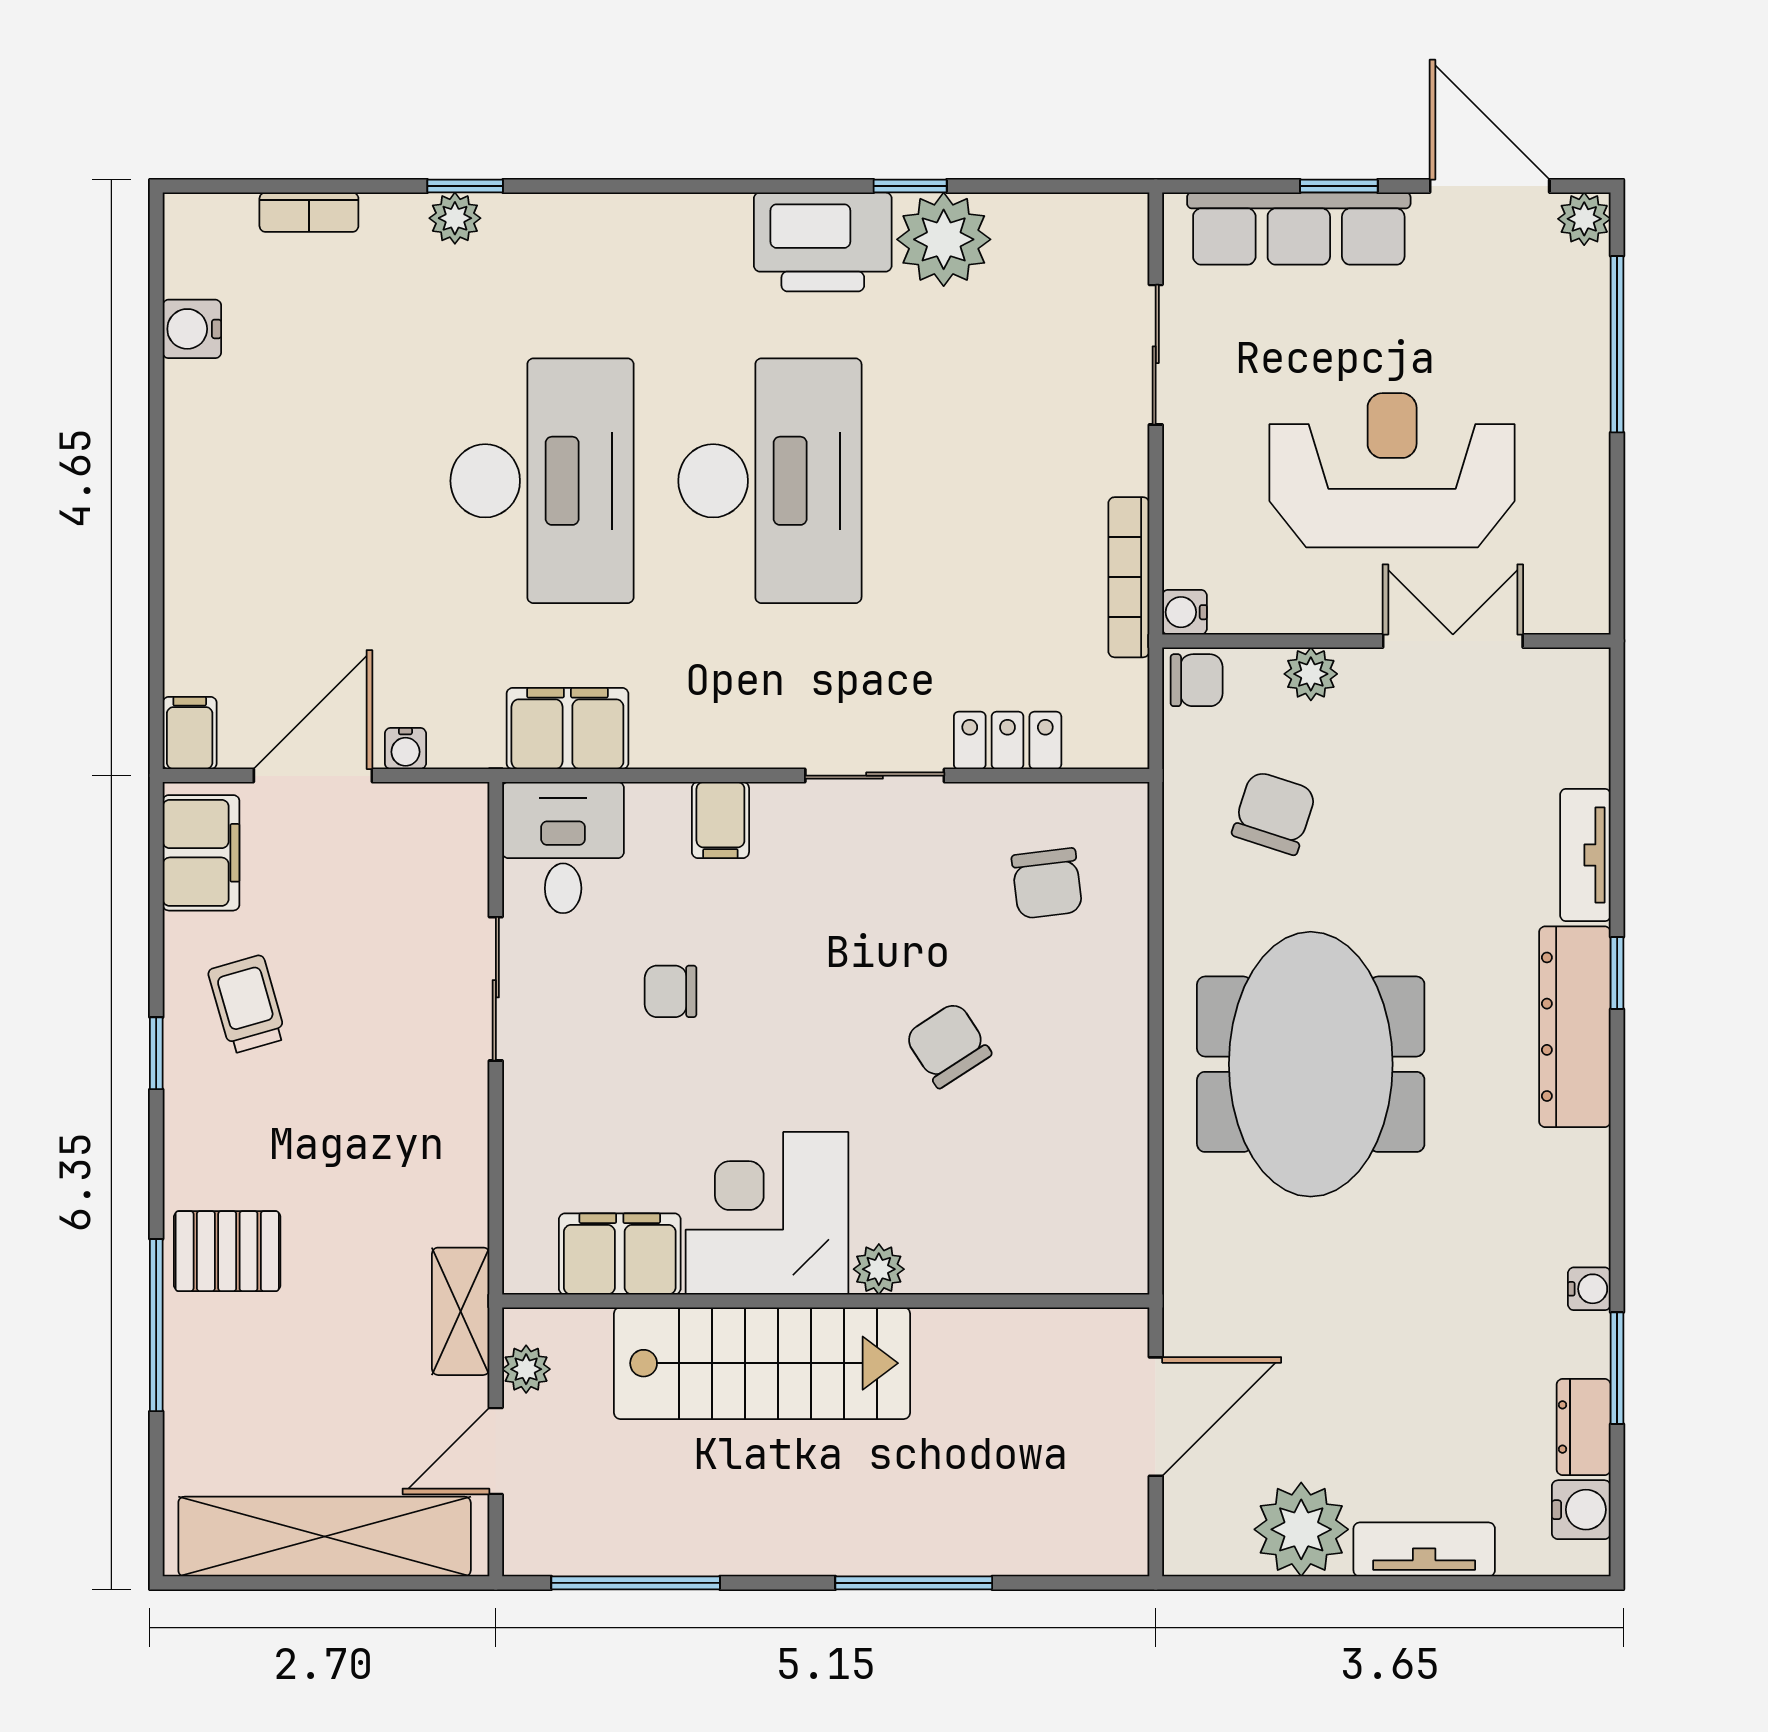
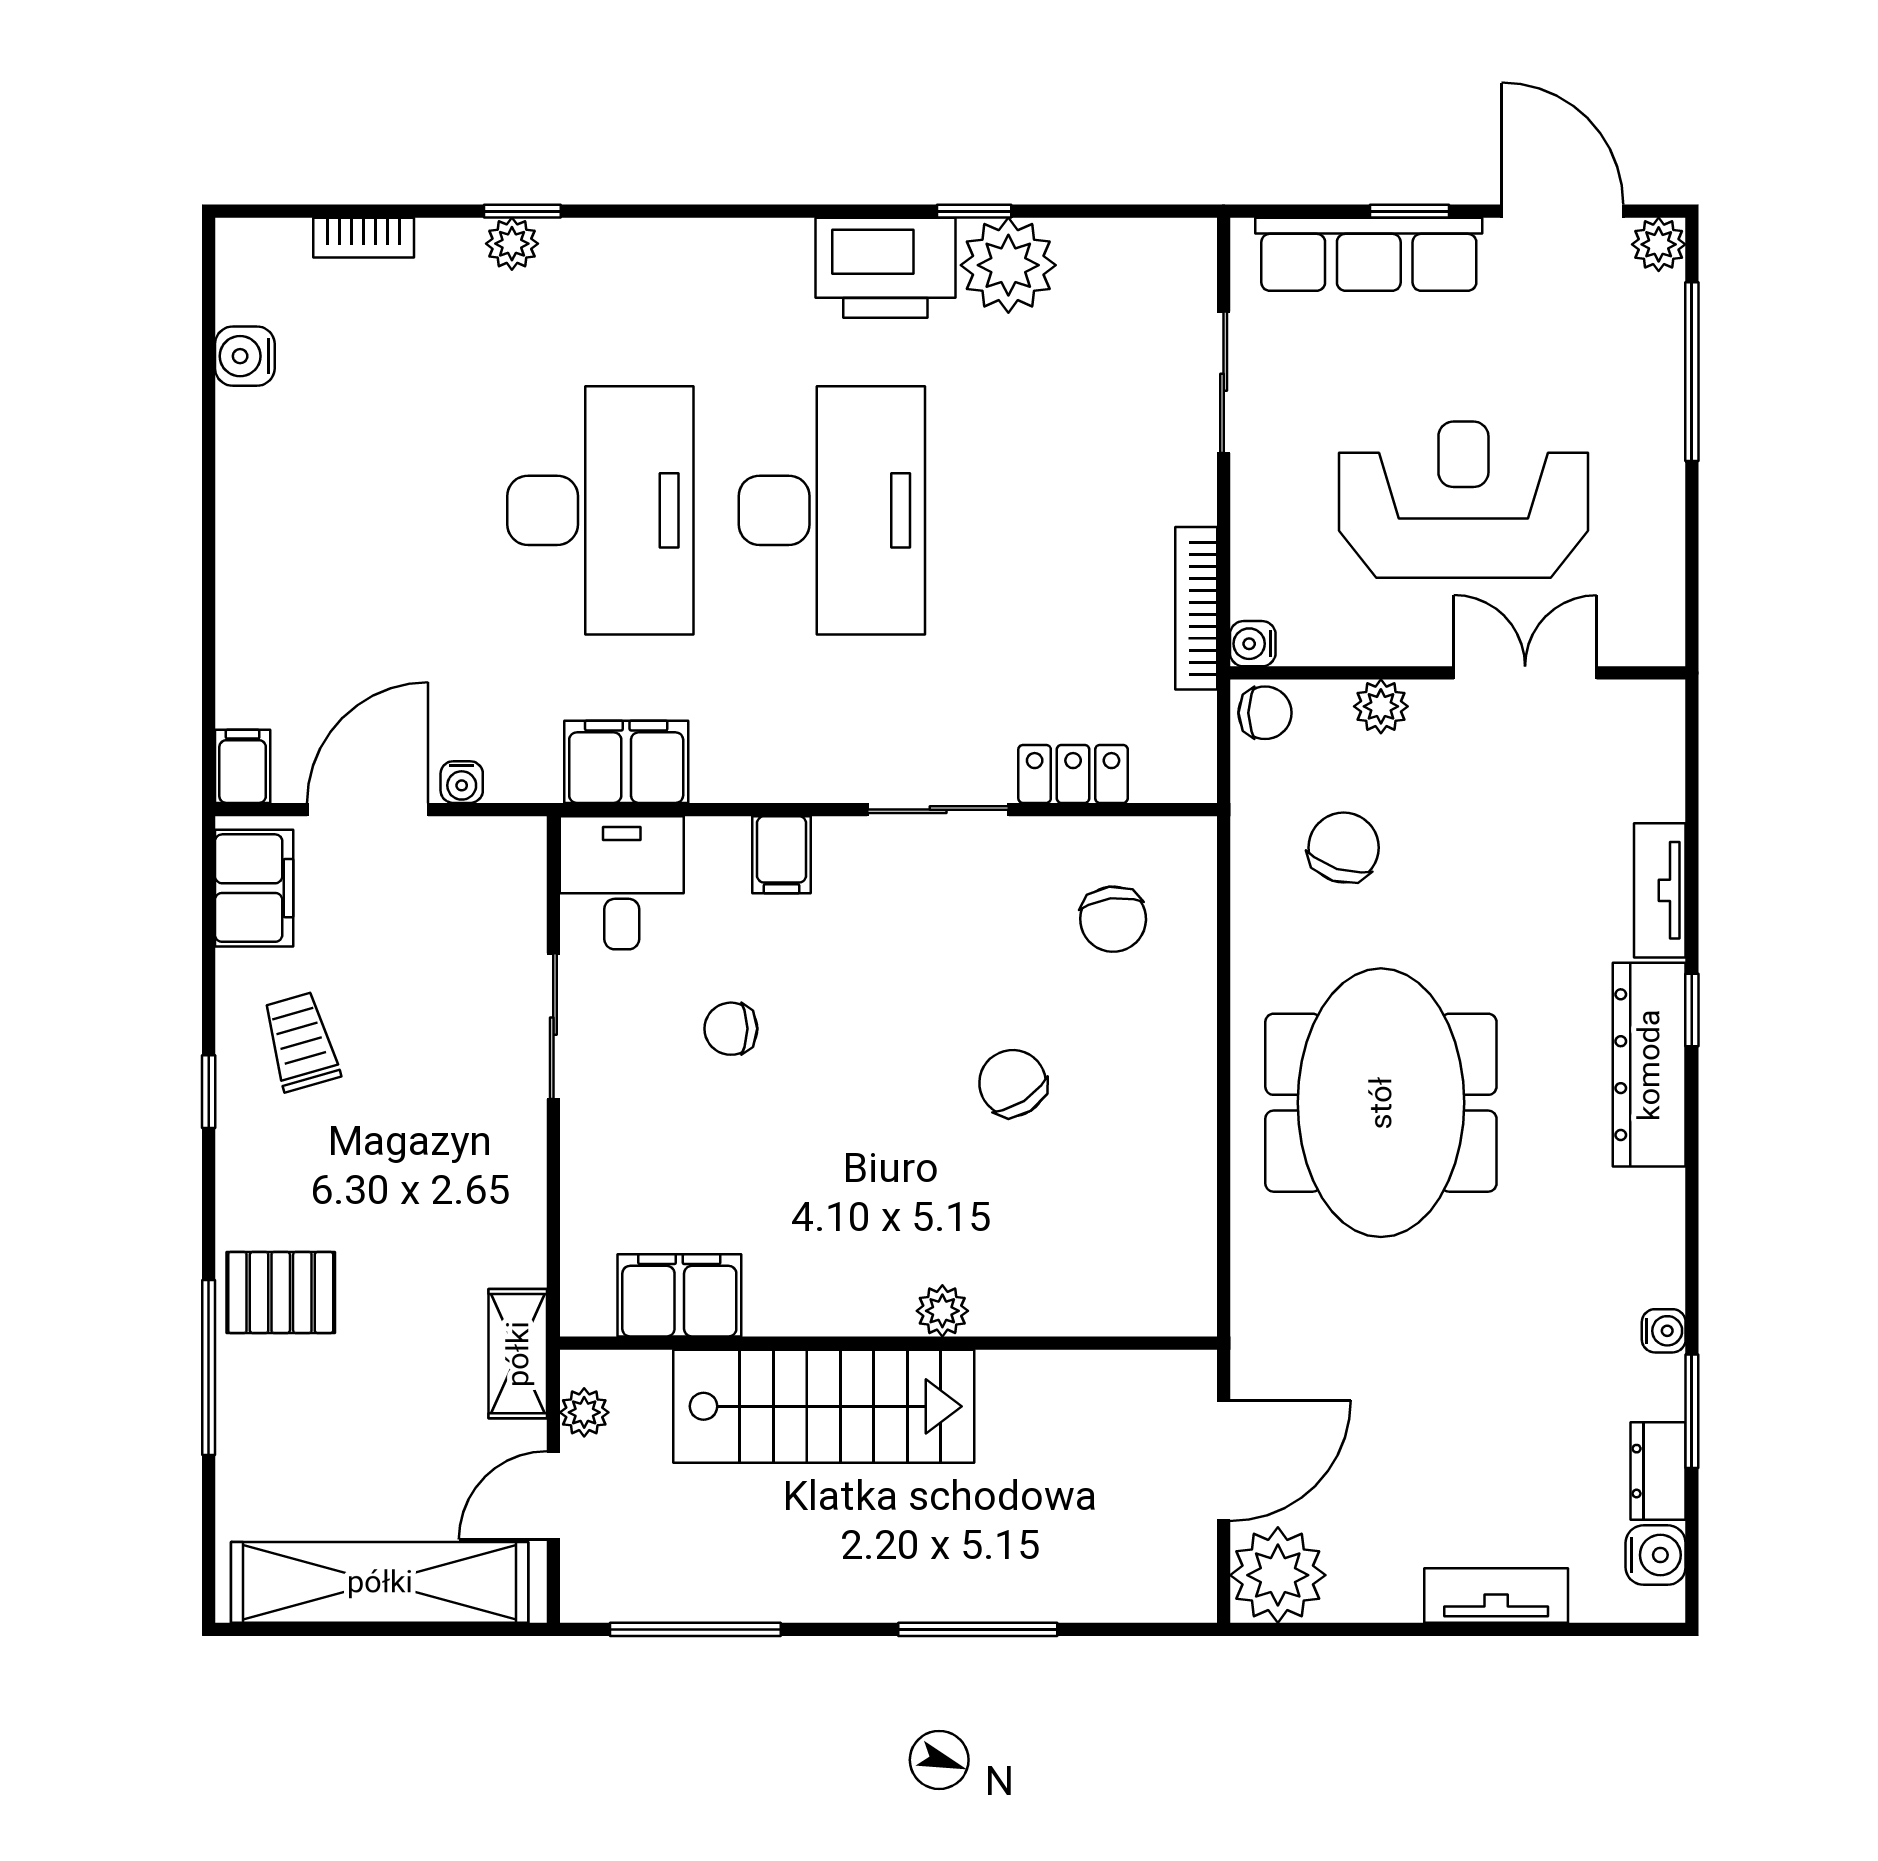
corner desk: (767, 1213) -> (829, 1254), removed
plant: (1301, 1529) -> (1278, 1575), moved

